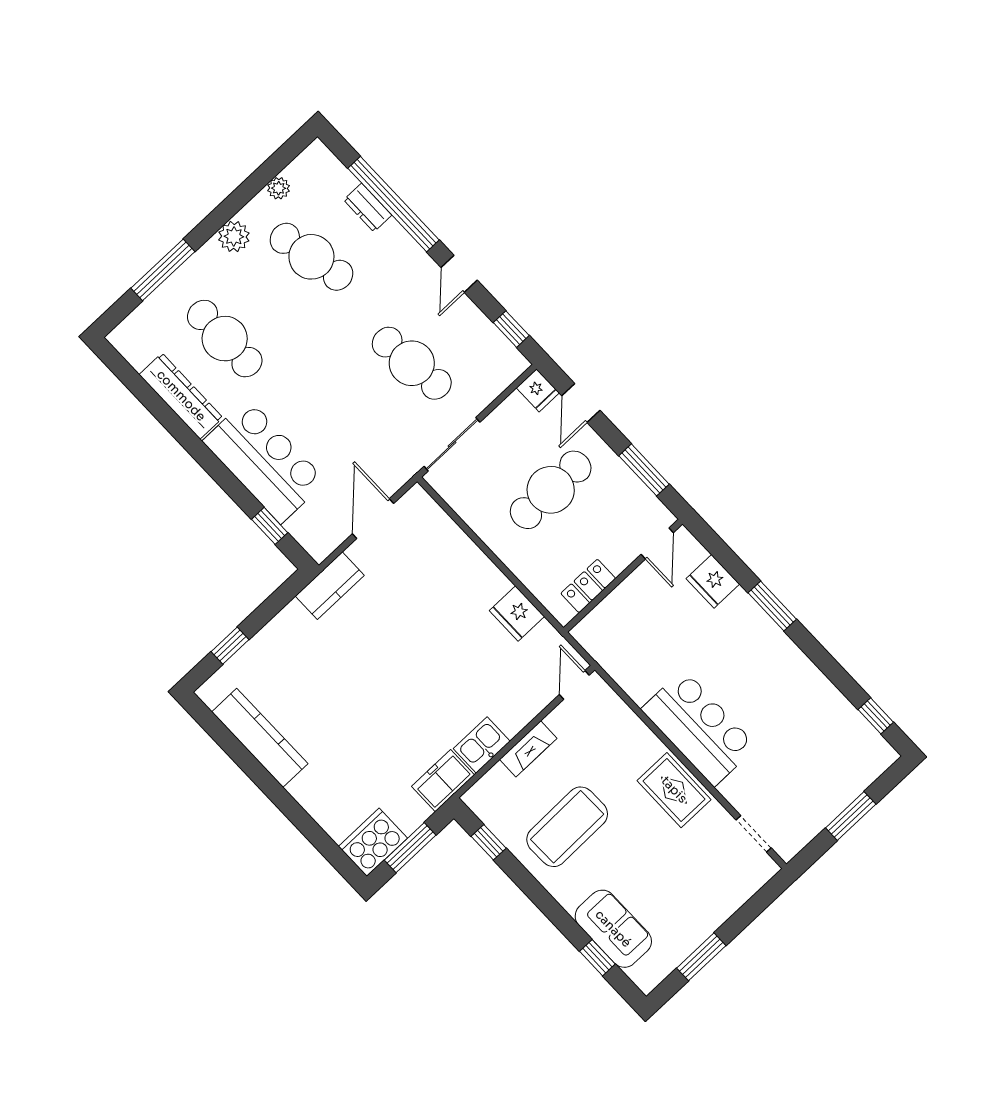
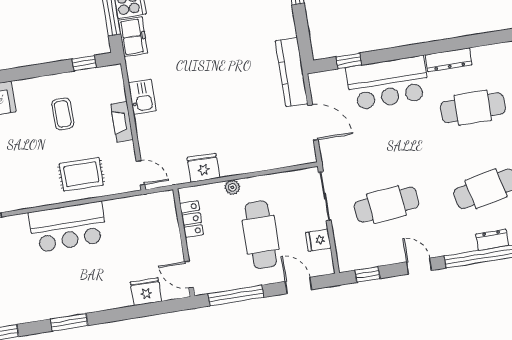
fridge: (538, 390) -> (318, 240), moved
dresser: (181, 396) -> (449, 60), width x0.73, depth x0.80
window: (644, 470) -> (236, 296), width x1.44
plant: (517, 563) -> (232, 187), added
kitchen counter: (330, 586) -> (292, 72), width x1.50
window: (772, 606) -> (69, 322), moved
freezer: (443, 781) -> (133, 37), moved
rug: (674, 790) -> (81, 174), moved
coffee table: (567, 827) -> (63, 114), width x0.54, depth x0.58

